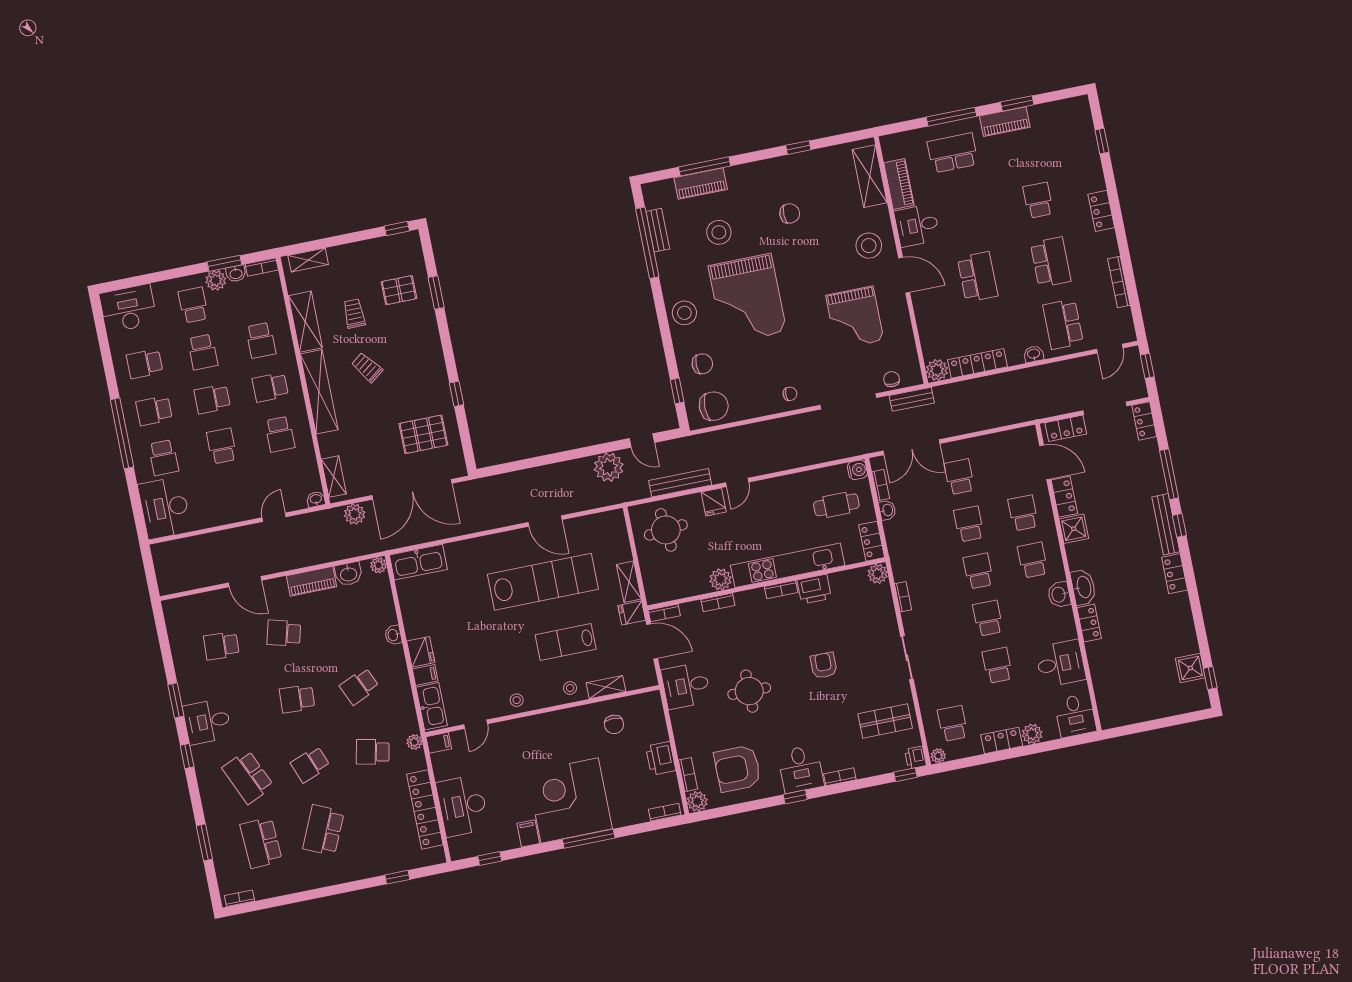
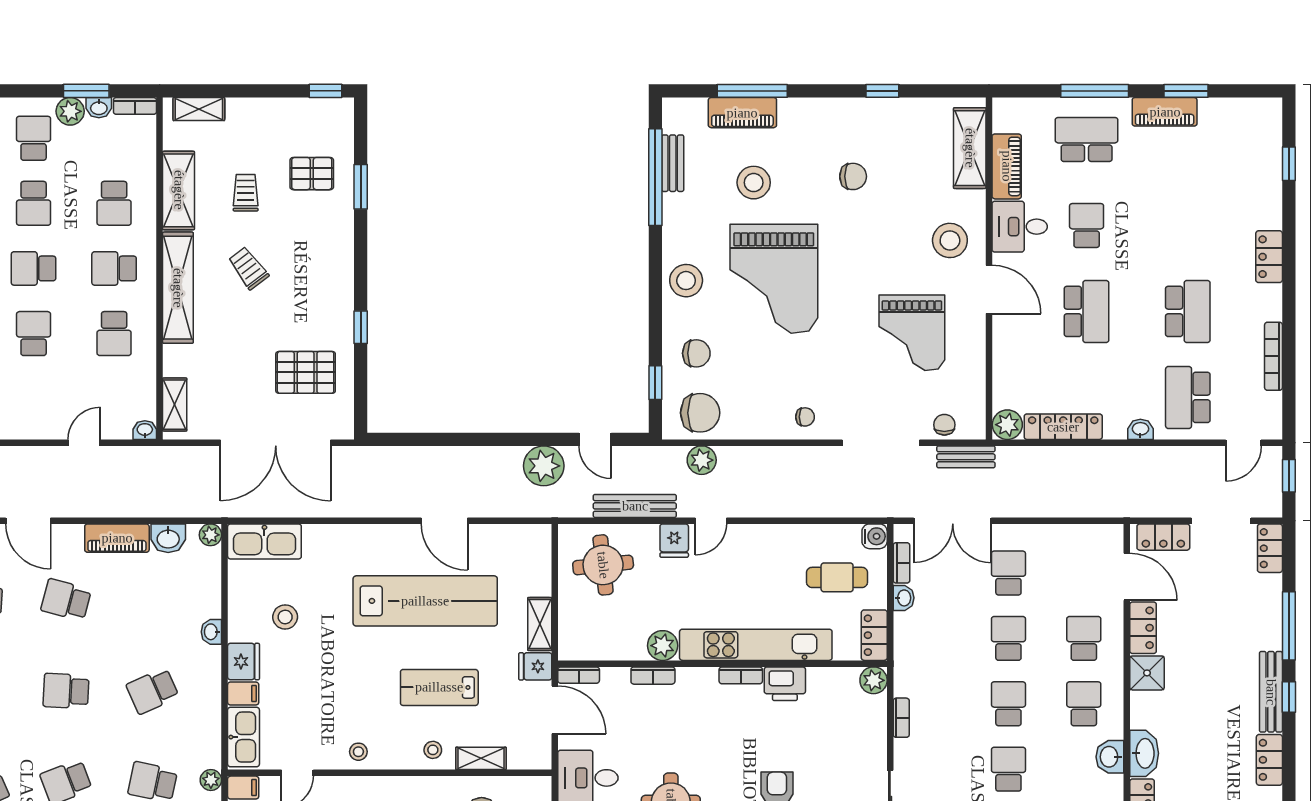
school desk: (1038, 200) -> (1087, 225), moved
plant: (355, 514) -> (702, 460), moved
stool: (444, 614) -> (285, 617), added

